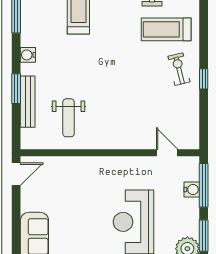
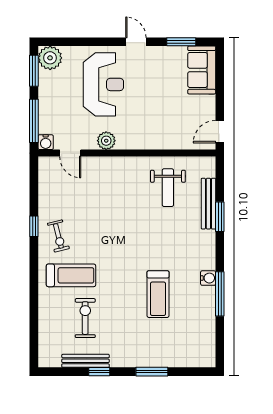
water cooler: (28, 55) -> (208, 278), moved
weight bench: (69, 118) -> (168, 188), turned 180
plant: (131, 165) -> (106, 141), added
water cooler: (192, 189) -> (46, 142), moved, turned -90

